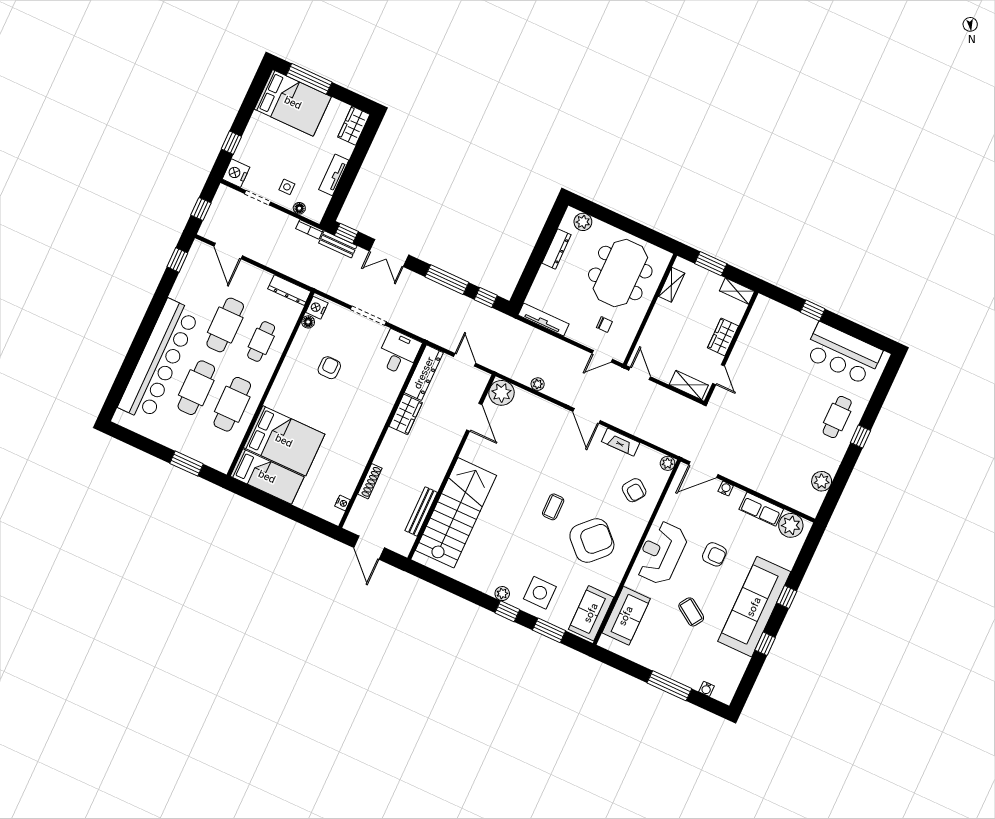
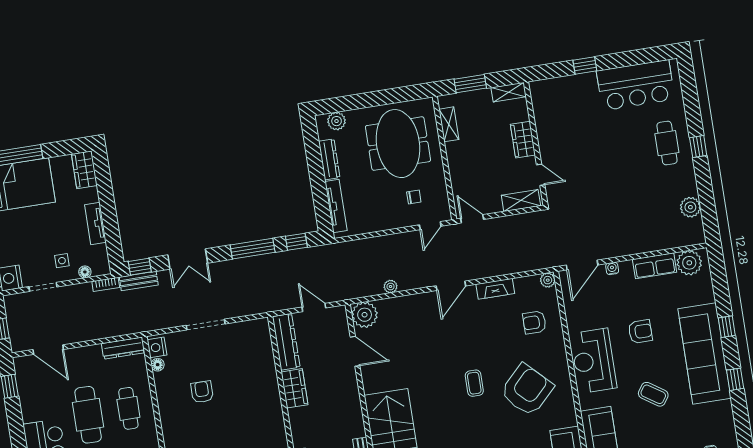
tv unit: (544, 320) -> (336, 206), moved, turned 90
desk: (399, 353) -> (253, 339), removed
door: (587, 416) -> (451, 286), hinge flipped
armchair: (634, 490) -> (534, 322), turned 144

